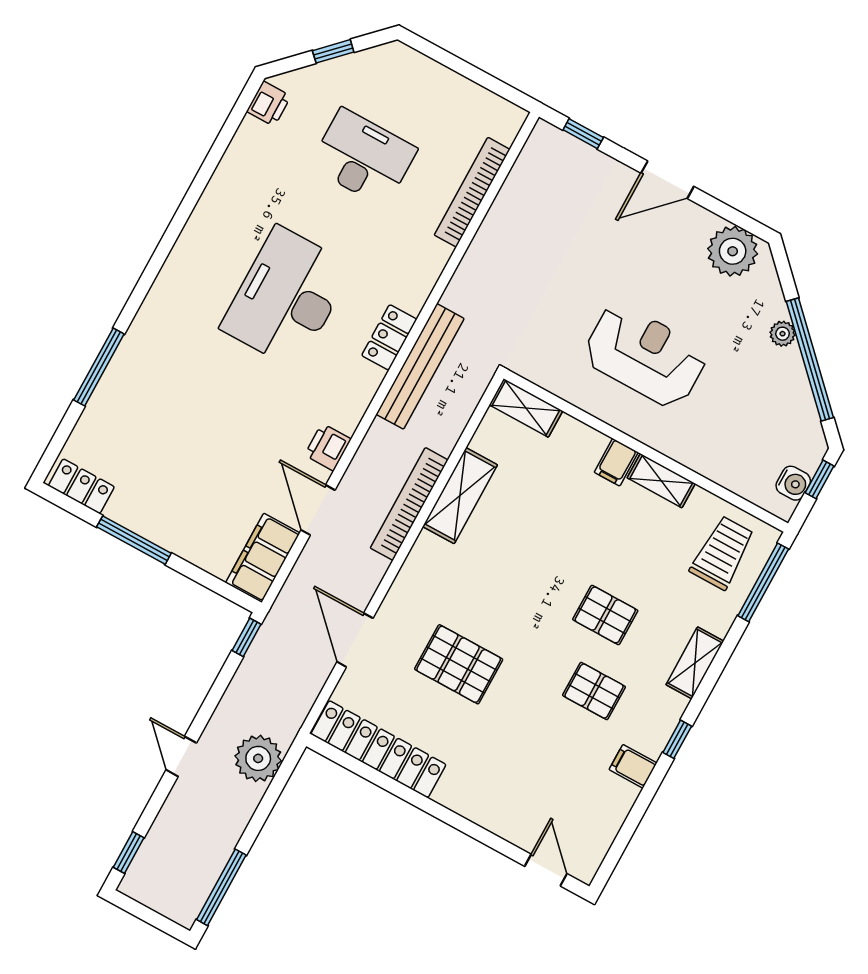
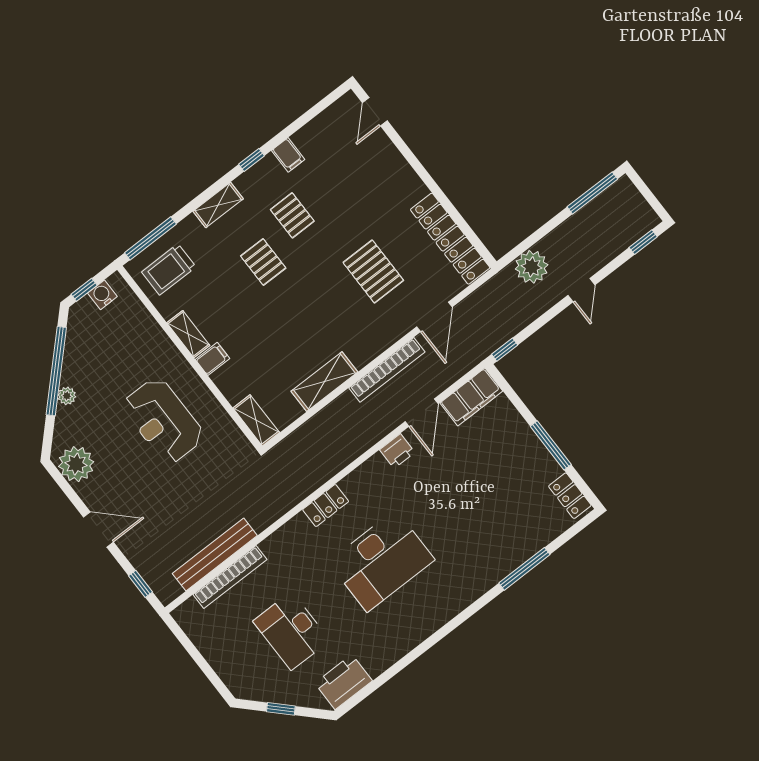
printer: (269, 104) -> (343, 682), width x1.87, depth x1.48
bench: (420, 366) -> (215, 554), moved
bookcase: (409, 504) -> (387, 370), moved

